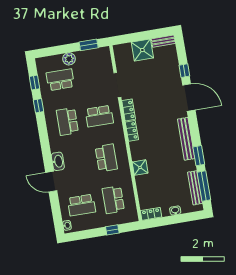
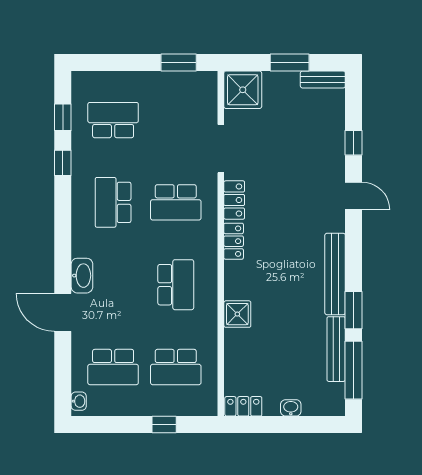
window: (145, 35) -> (290, 63), added
shower: (142, 50) -> (243, 90), moved
plant: (69, 59) -> (137, 83), removed
door: (189, 98) -> (354, 196), width x0.53
bench: (195, 188) -> (336, 349), moved
school desk: (113, 200) -> (176, 367), turned -90

